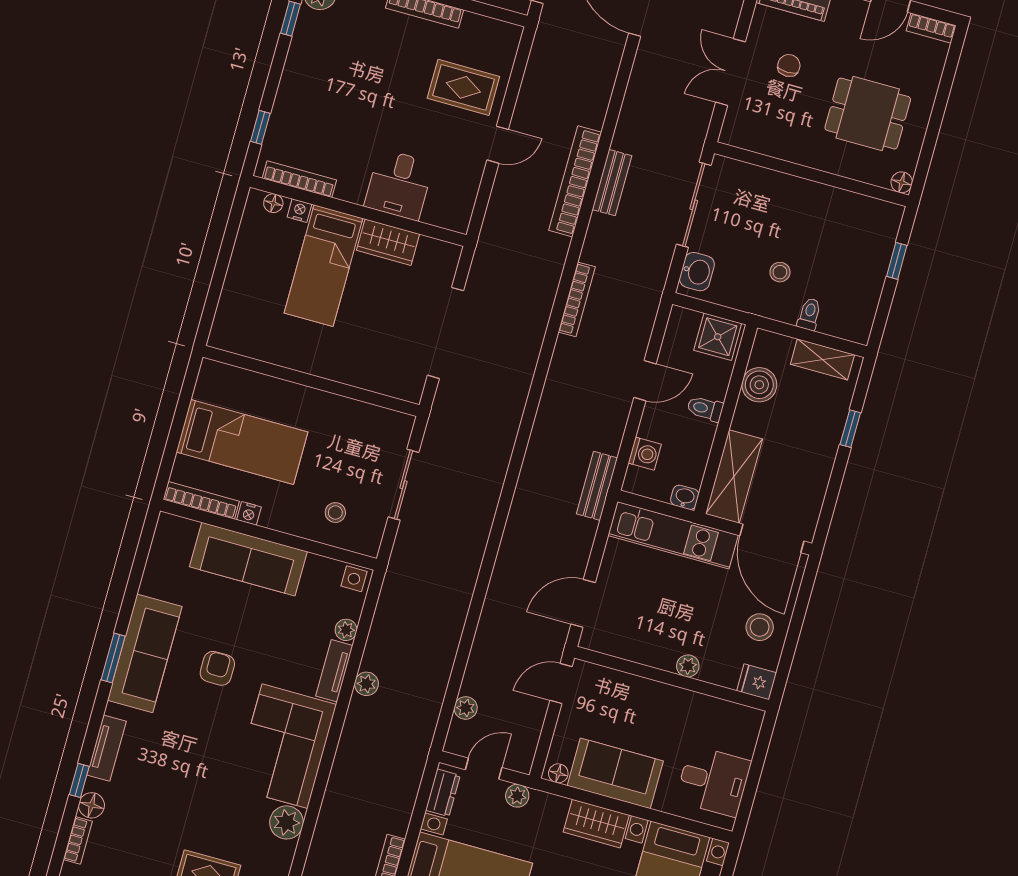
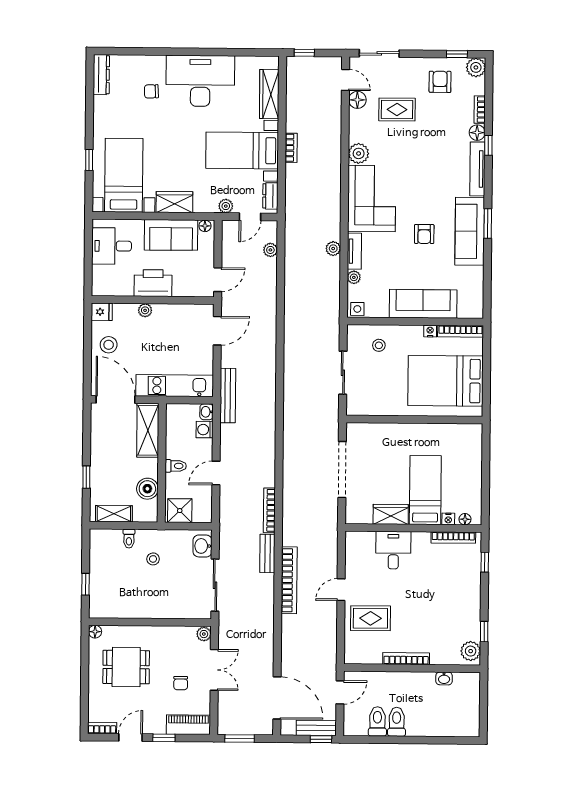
plant: (732, 133) -> (204, 634), added
bench: (612, 183) -> (267, 553), moved
bed: (242, 442) -> (445, 381), width x1.50
bench: (597, 486) -> (228, 396), width x1.36
washbasin: (685, 497) -> (206, 412), moved, turned 90
printer: (664, 705) -> (153, 283), added
tv unit: (106, 748) -> (477, 169), width x1.41

